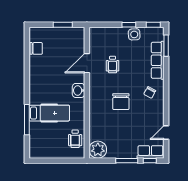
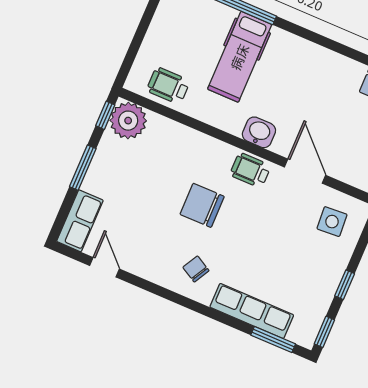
side table: (134, 34) -> (332, 222), moved
wheelchair: (113, 64) -> (250, 170), moved
window: (150, 161) -> (105, 115), moved

